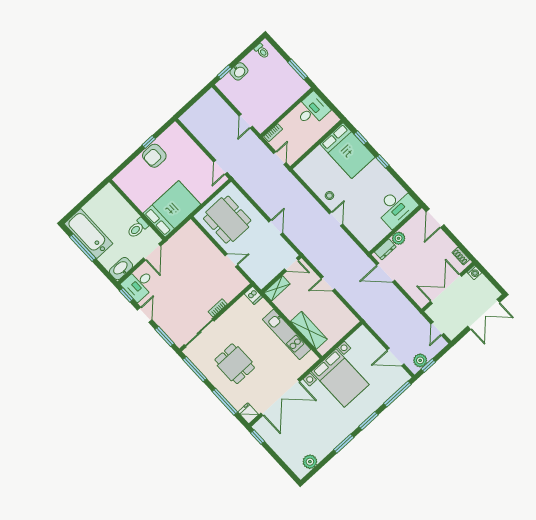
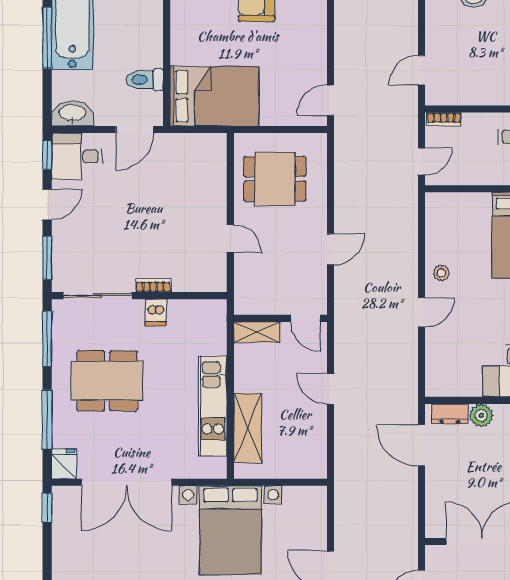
dining table: (227, 220) -> (275, 179), width x0.73
dishwasher: (253, 295) -> (156, 313), moved
dining table: (235, 364) -> (107, 381), width x1.38

